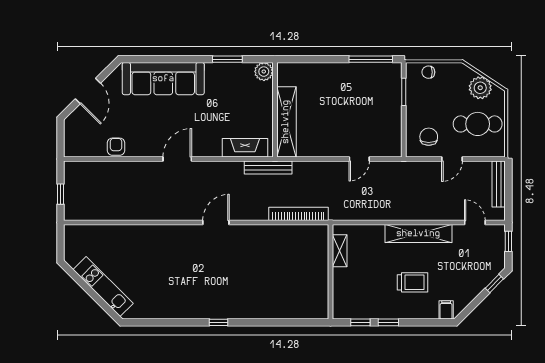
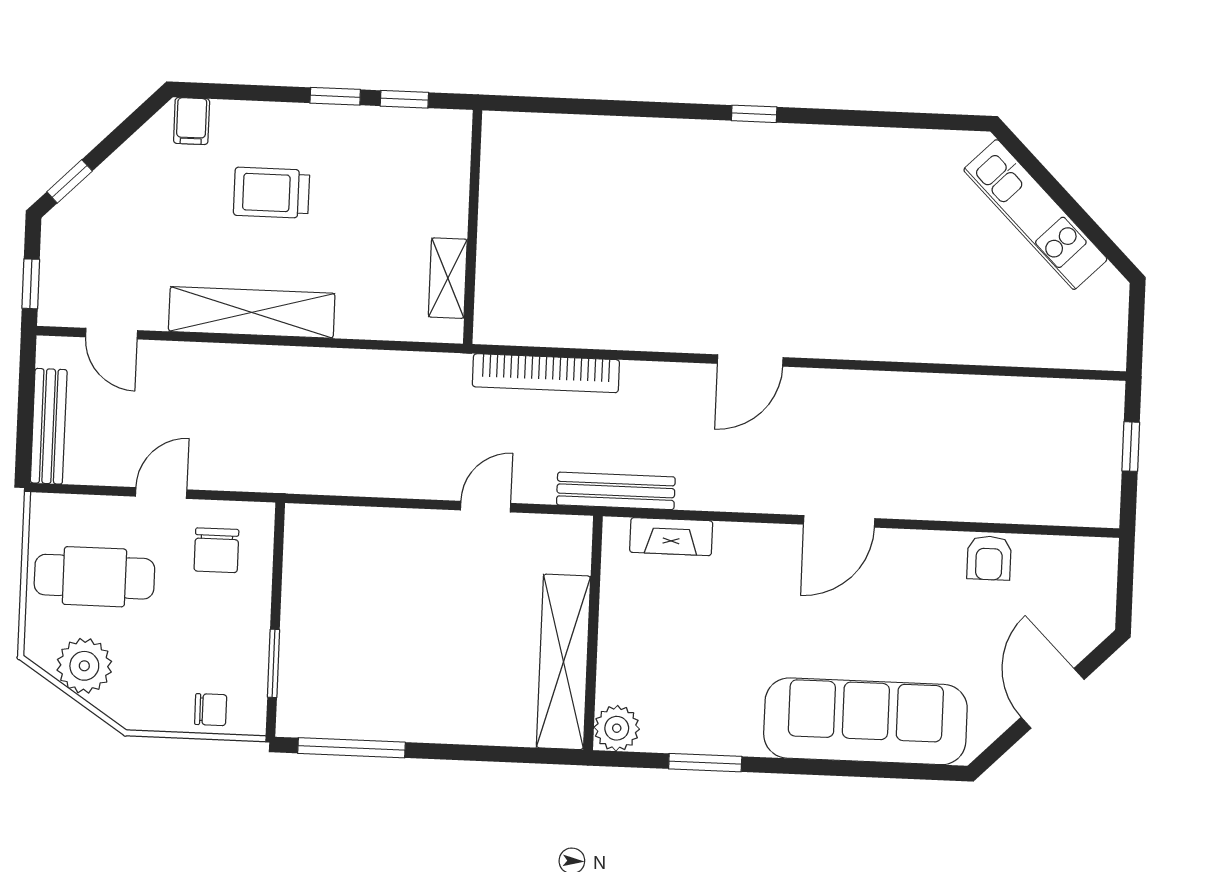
shelving: (286, 122) -> (563, 662), moved
fireplace: (245, 148) -> (671, 537), width x0.73, depth x0.76
door: (359, 159) -> (486, 507), moved

